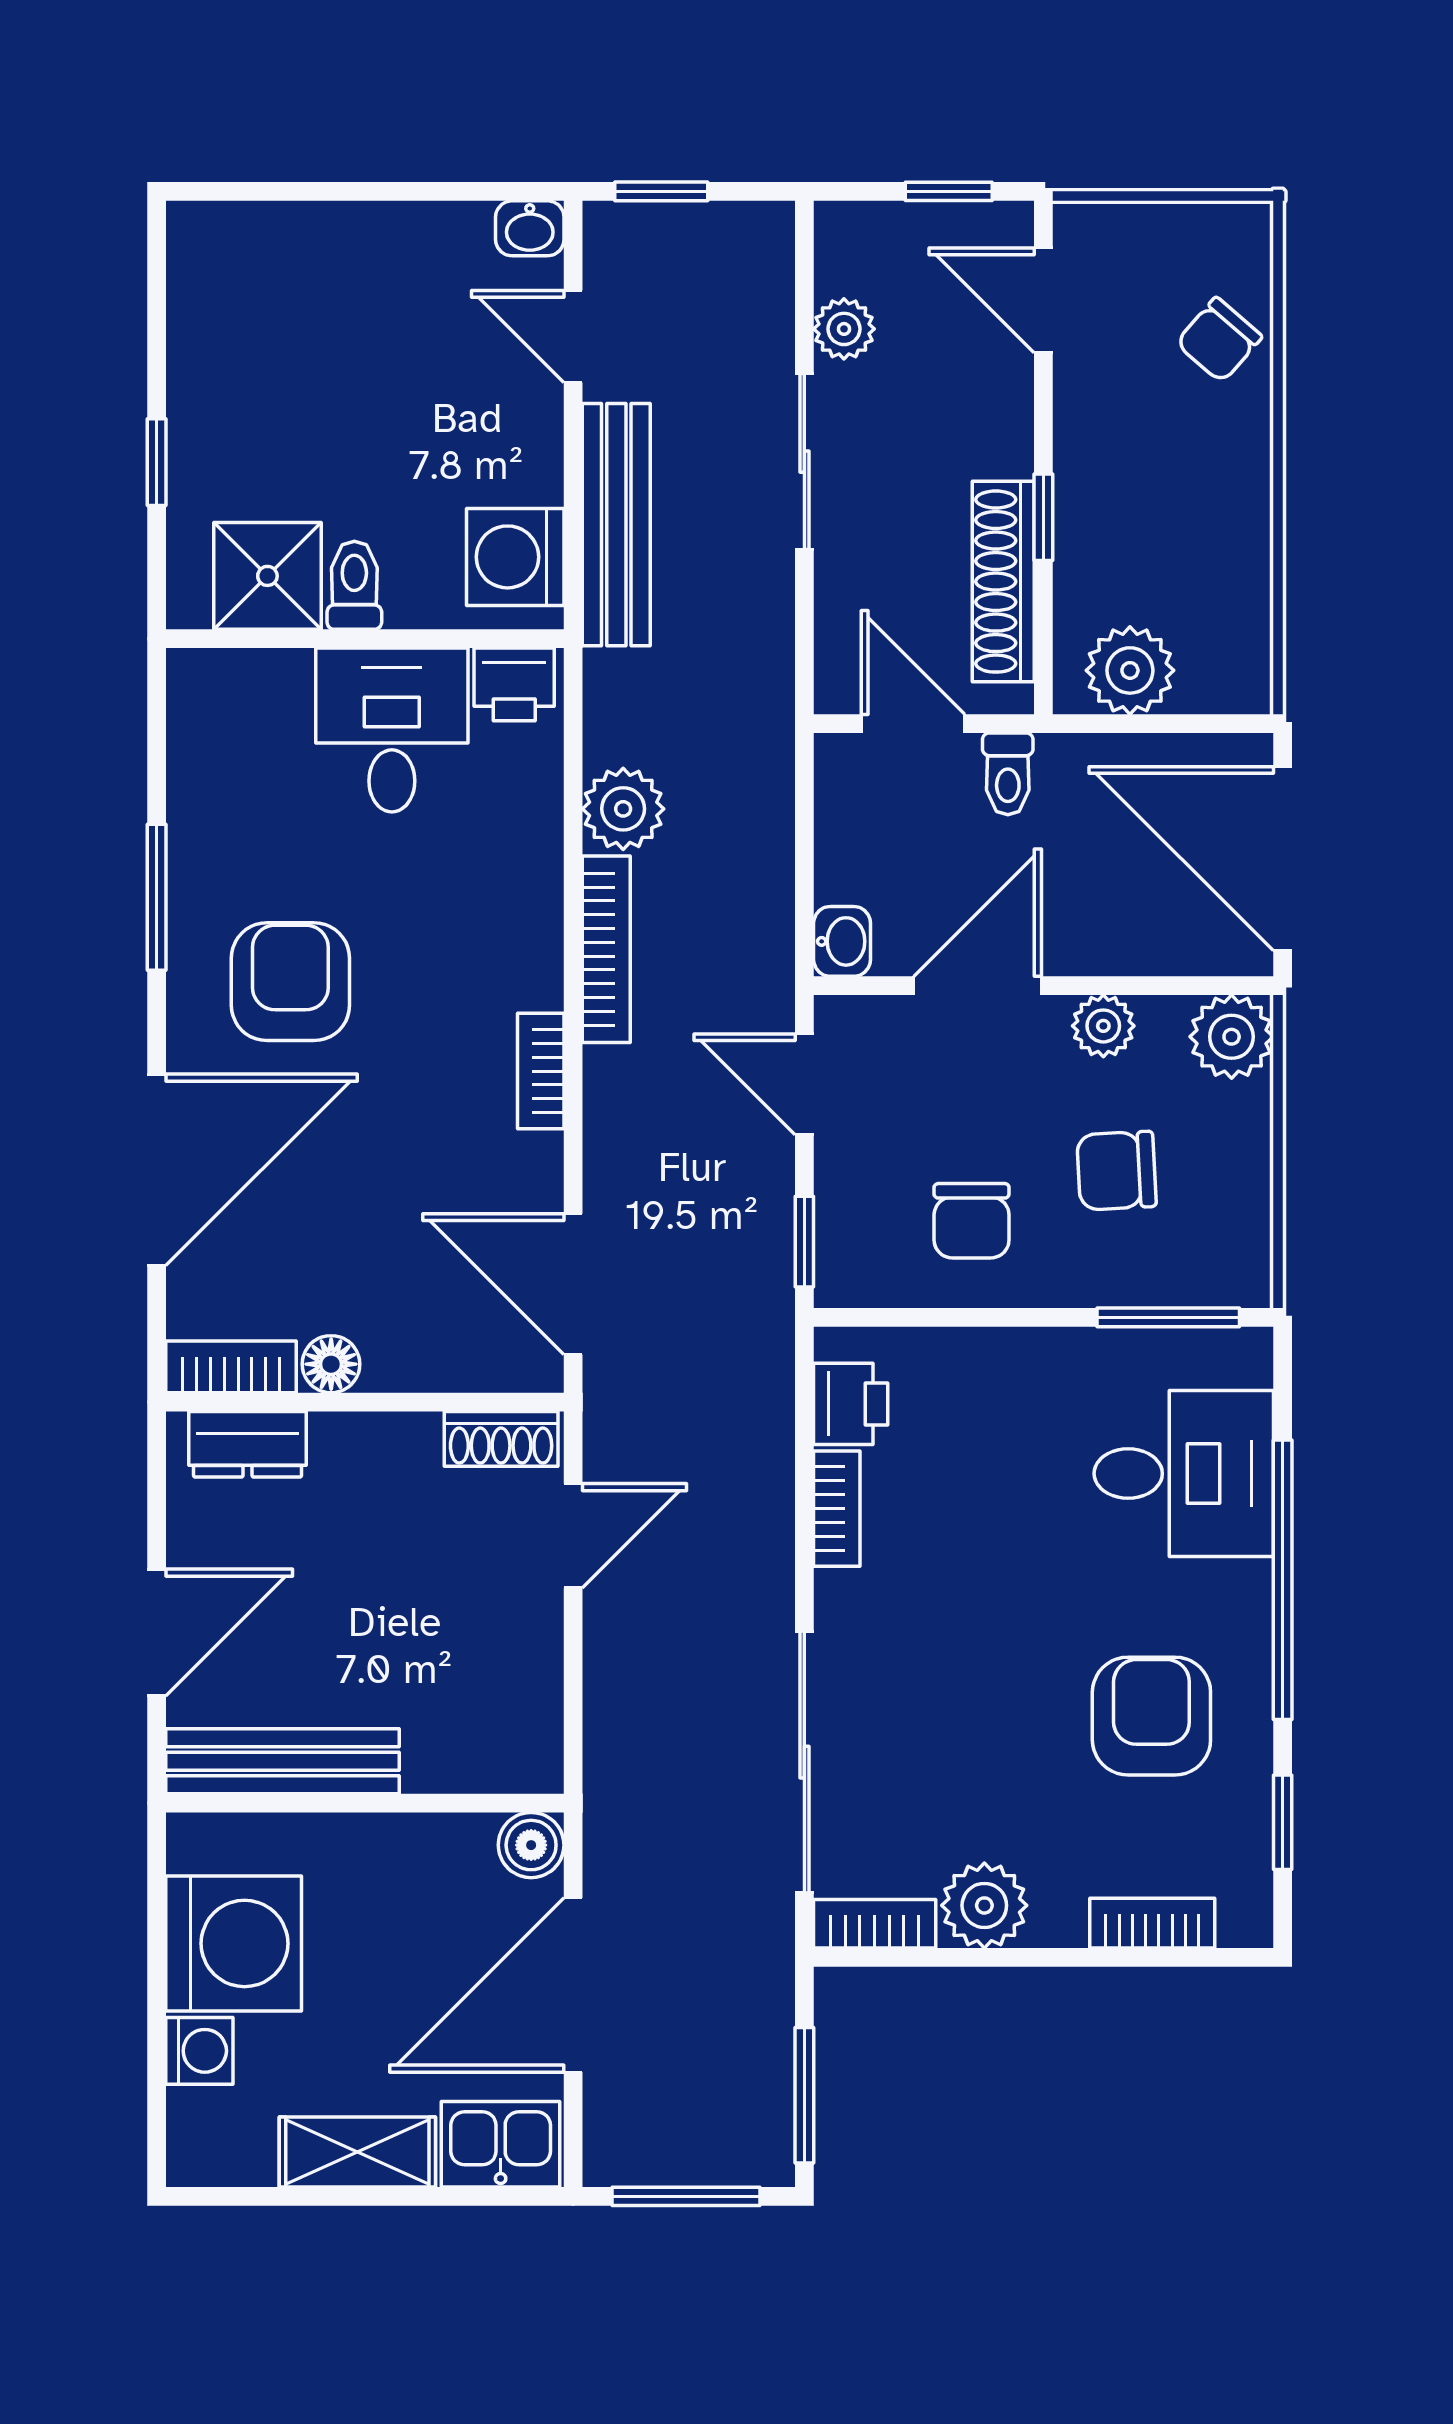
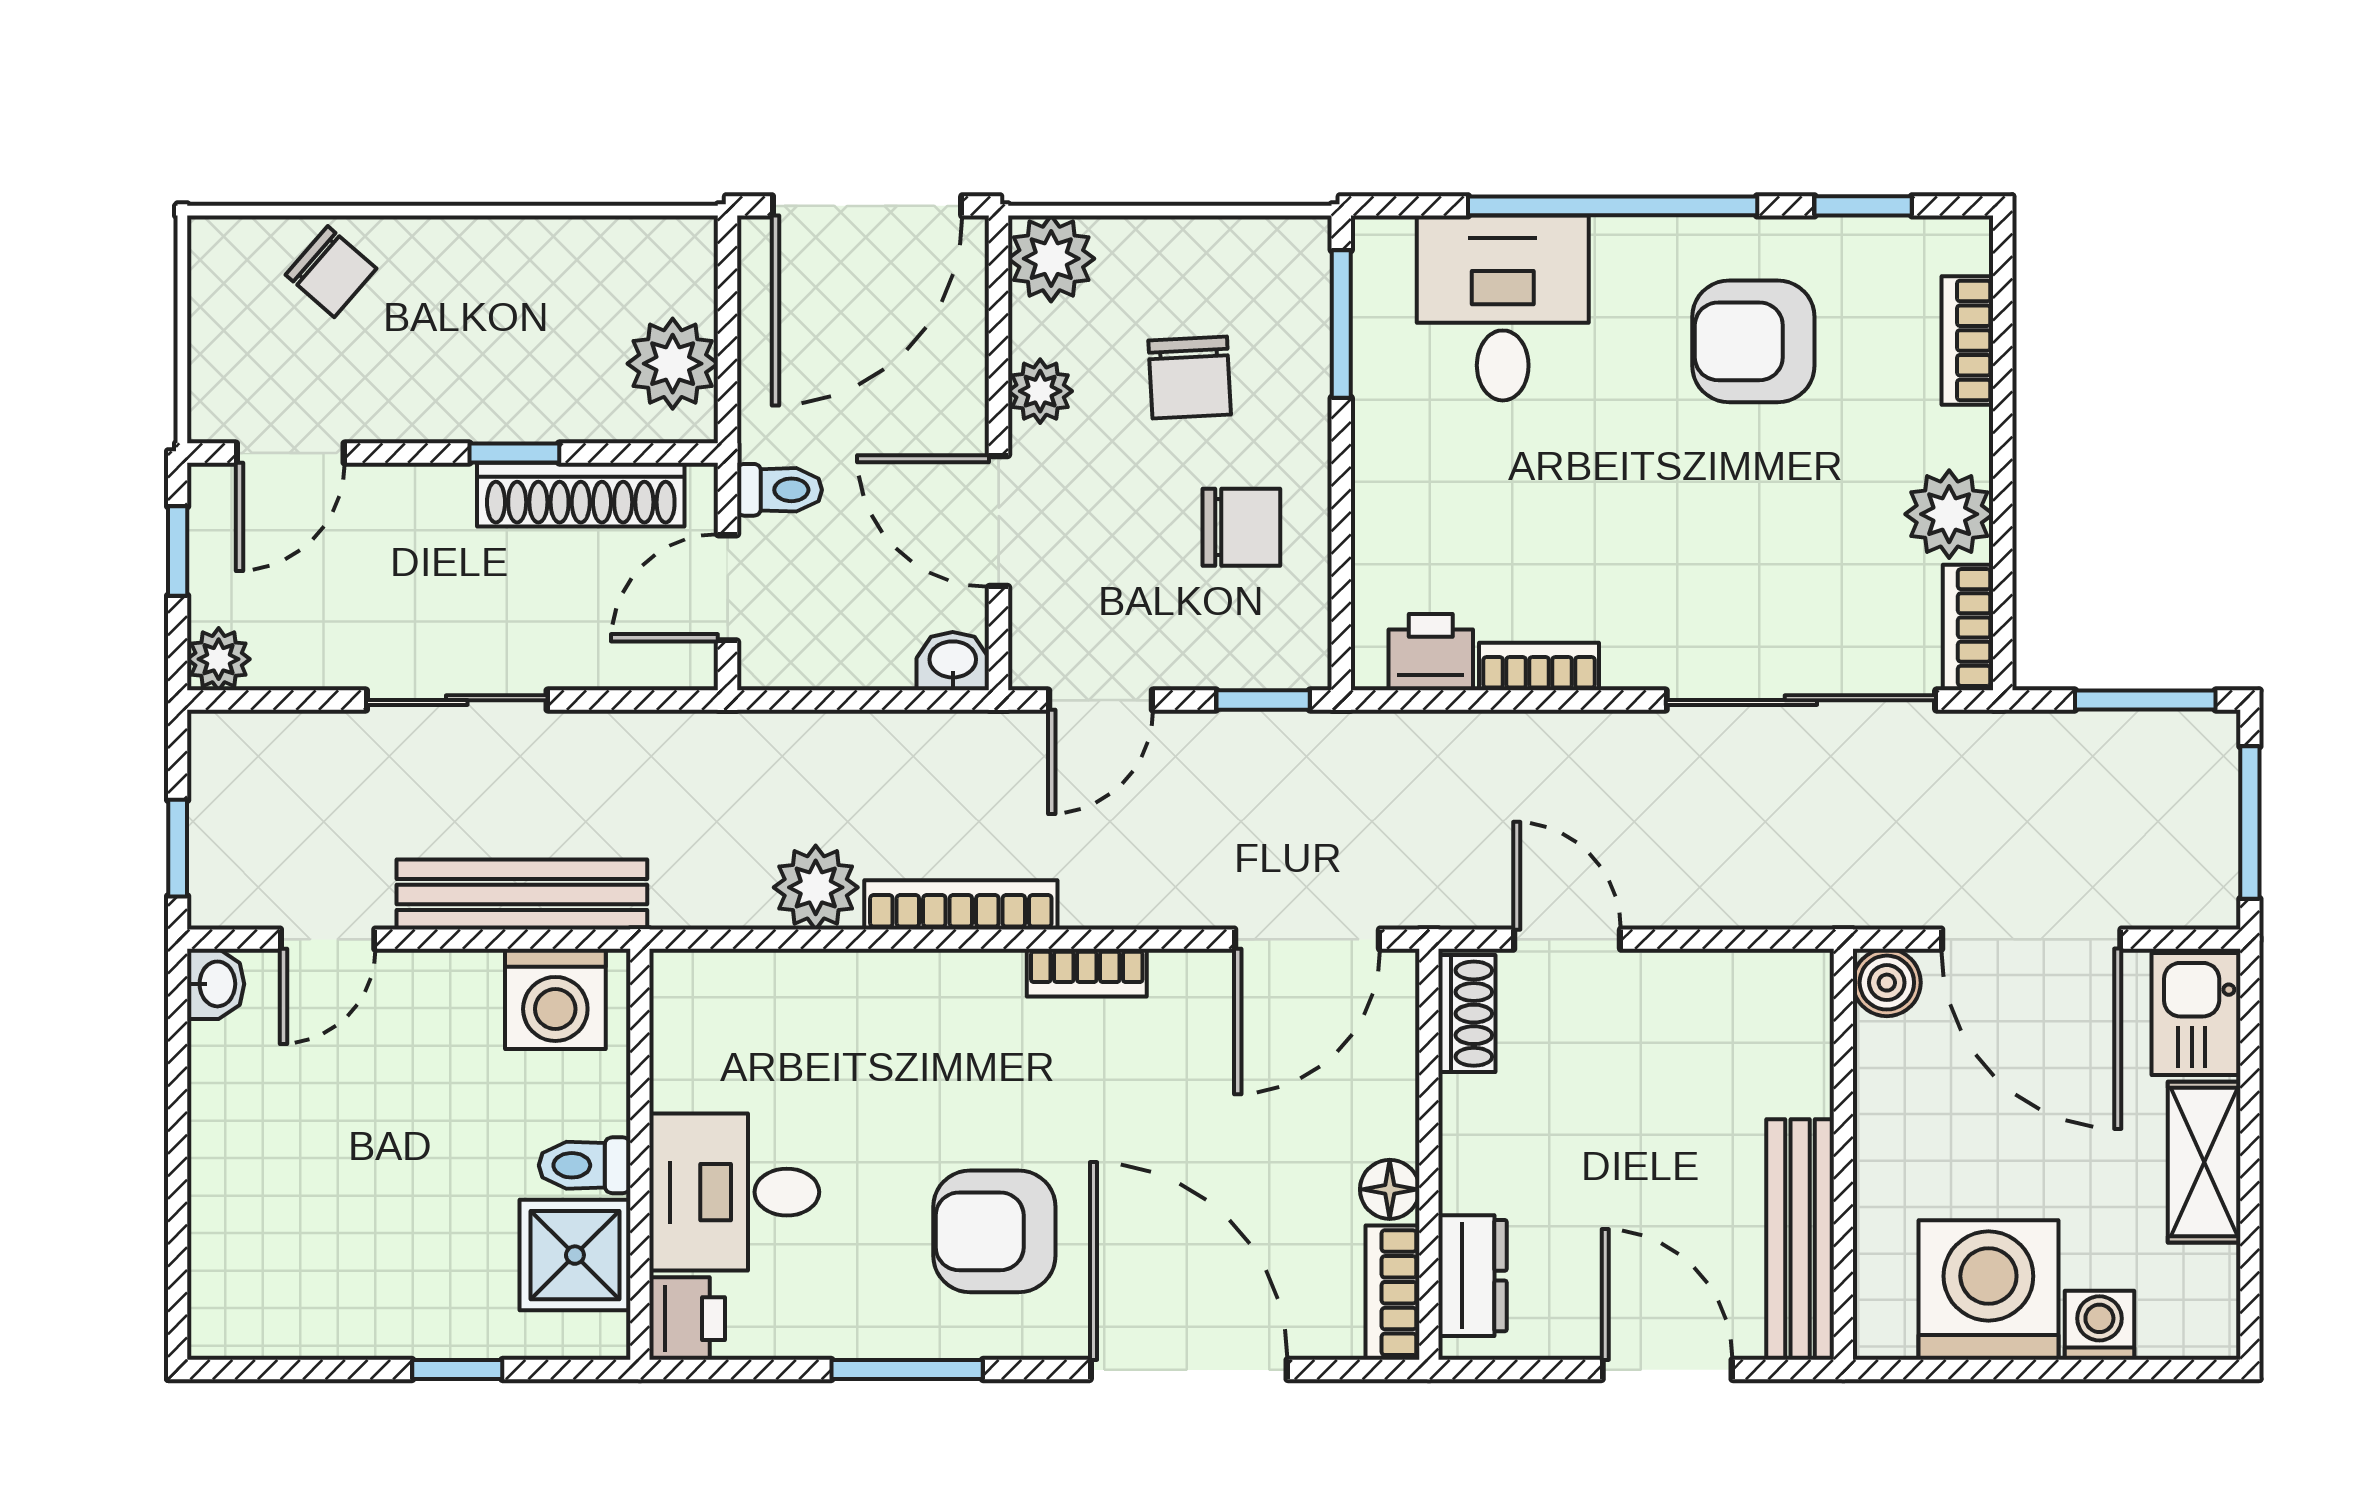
plant: (844, 329) -> (219, 659), moved
printer: (514, 684) -> (687, 1319), moved
desk: (392, 730) -> (734, 1192), moved

